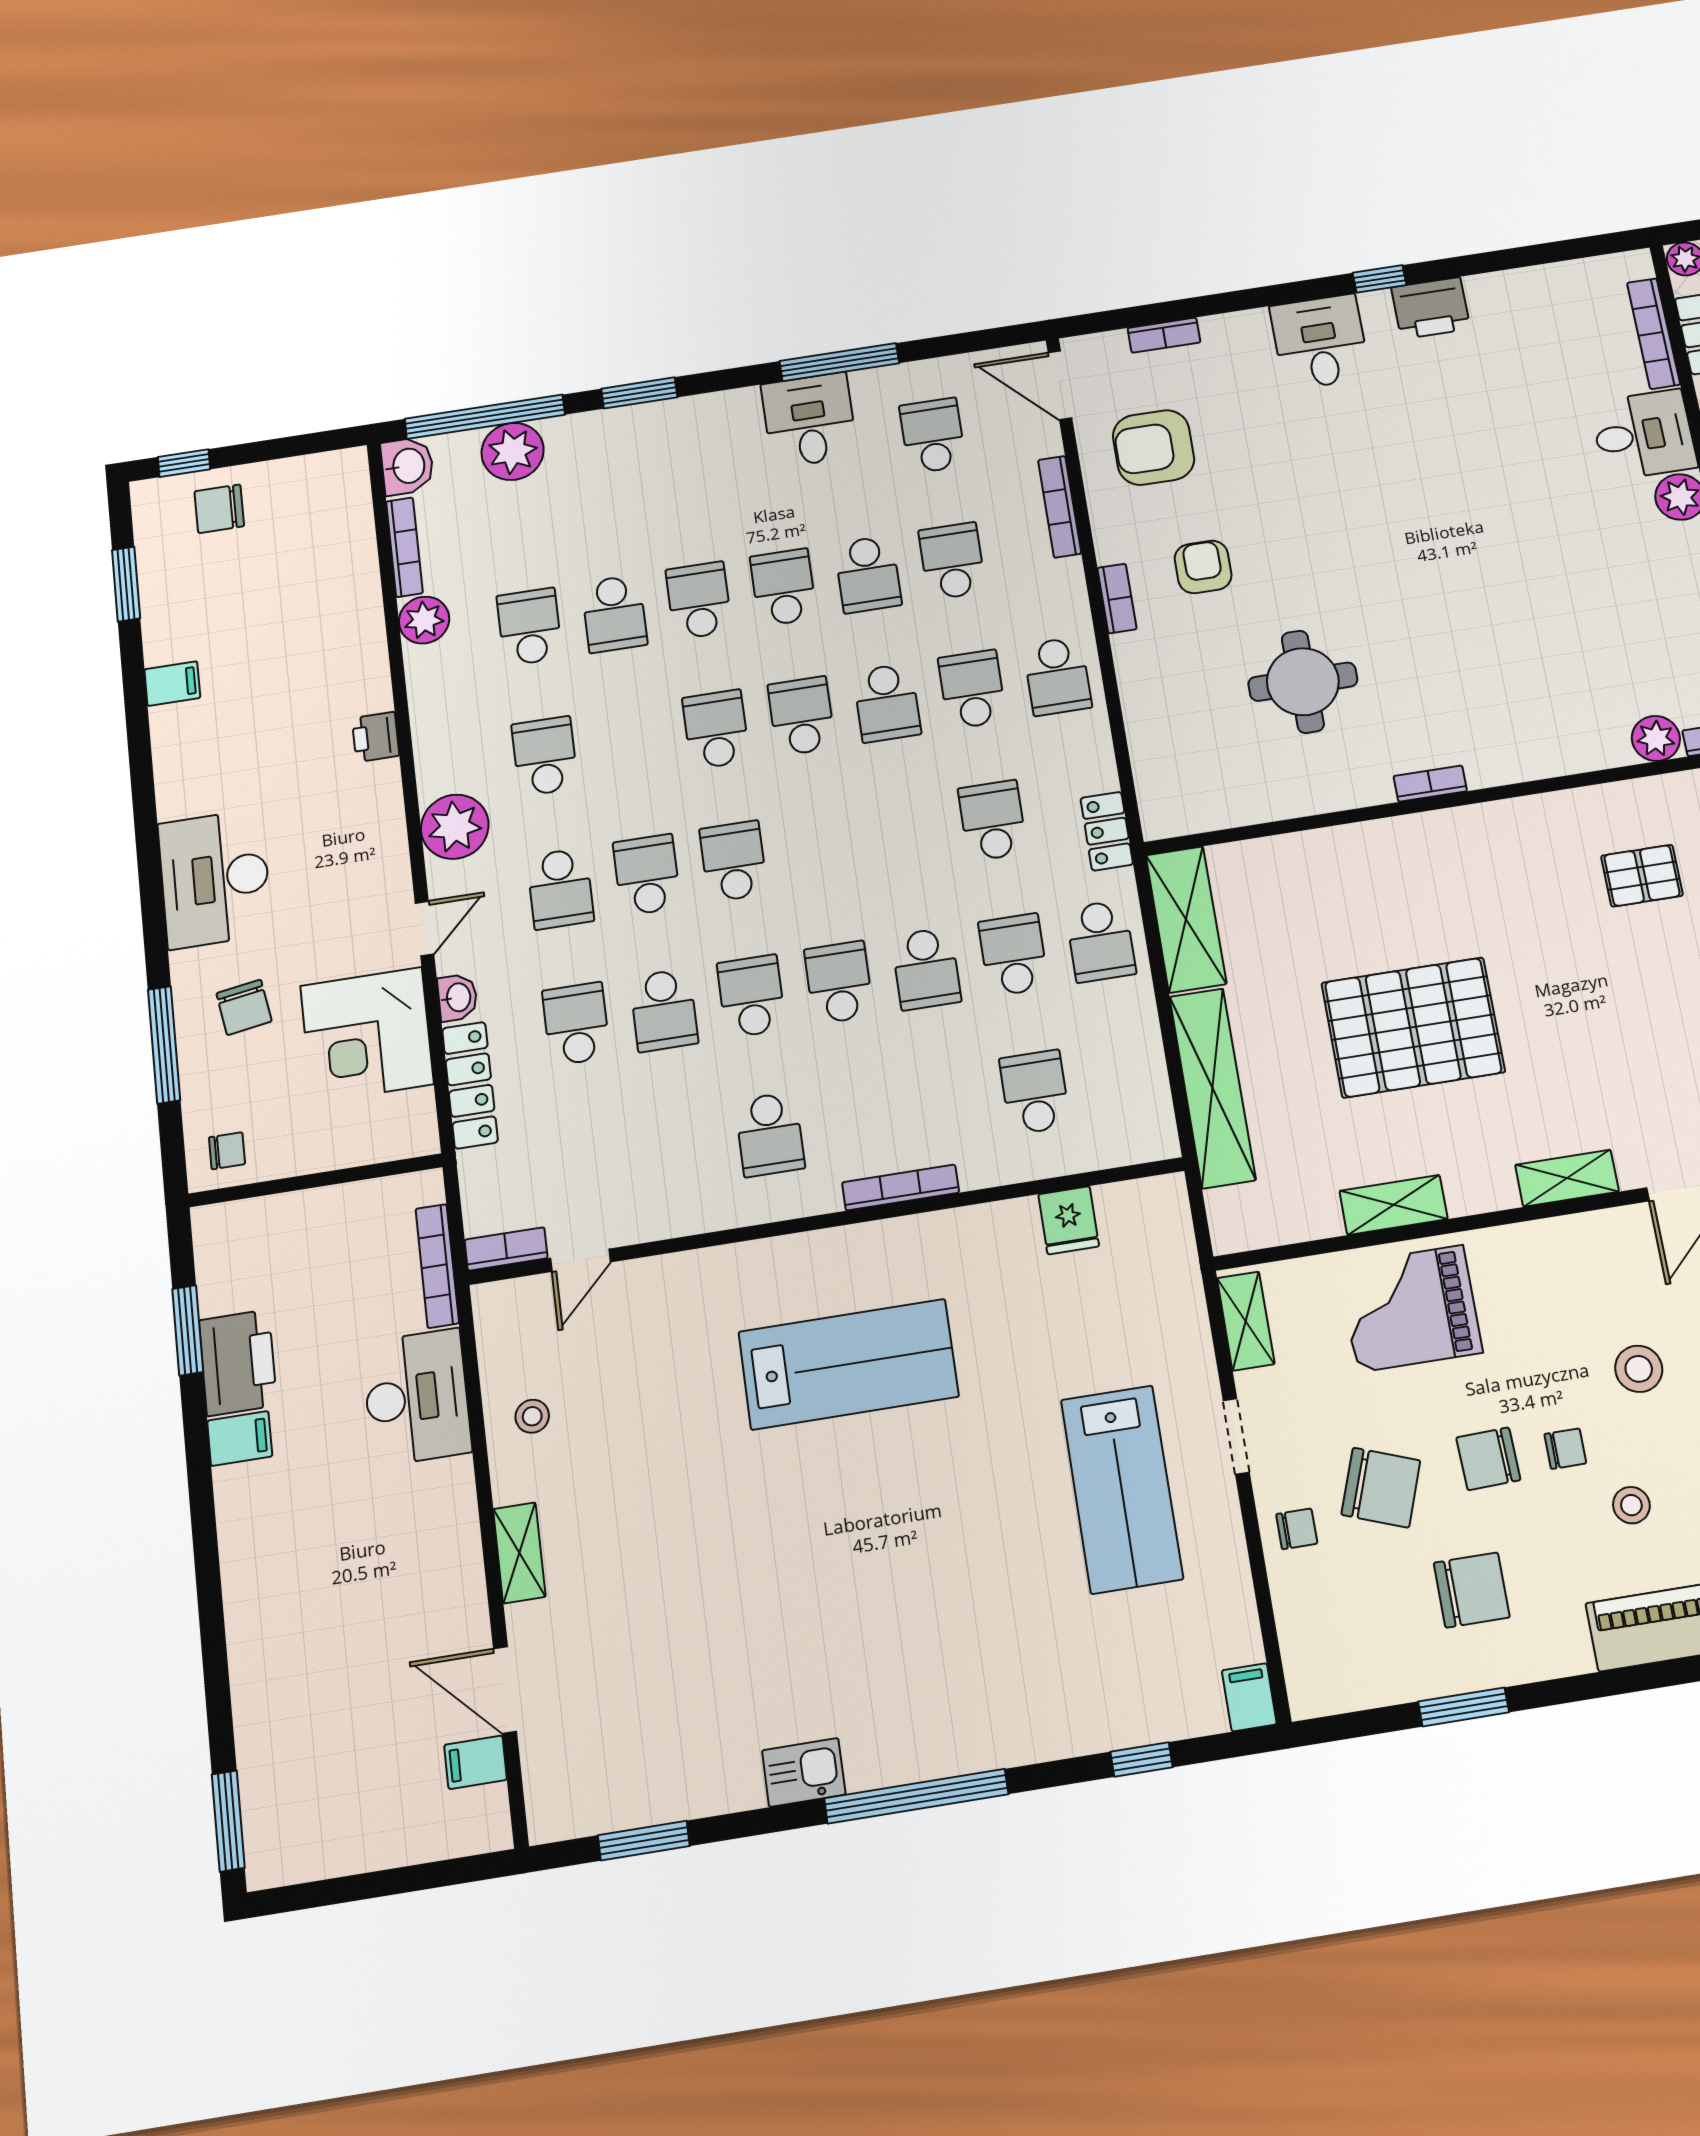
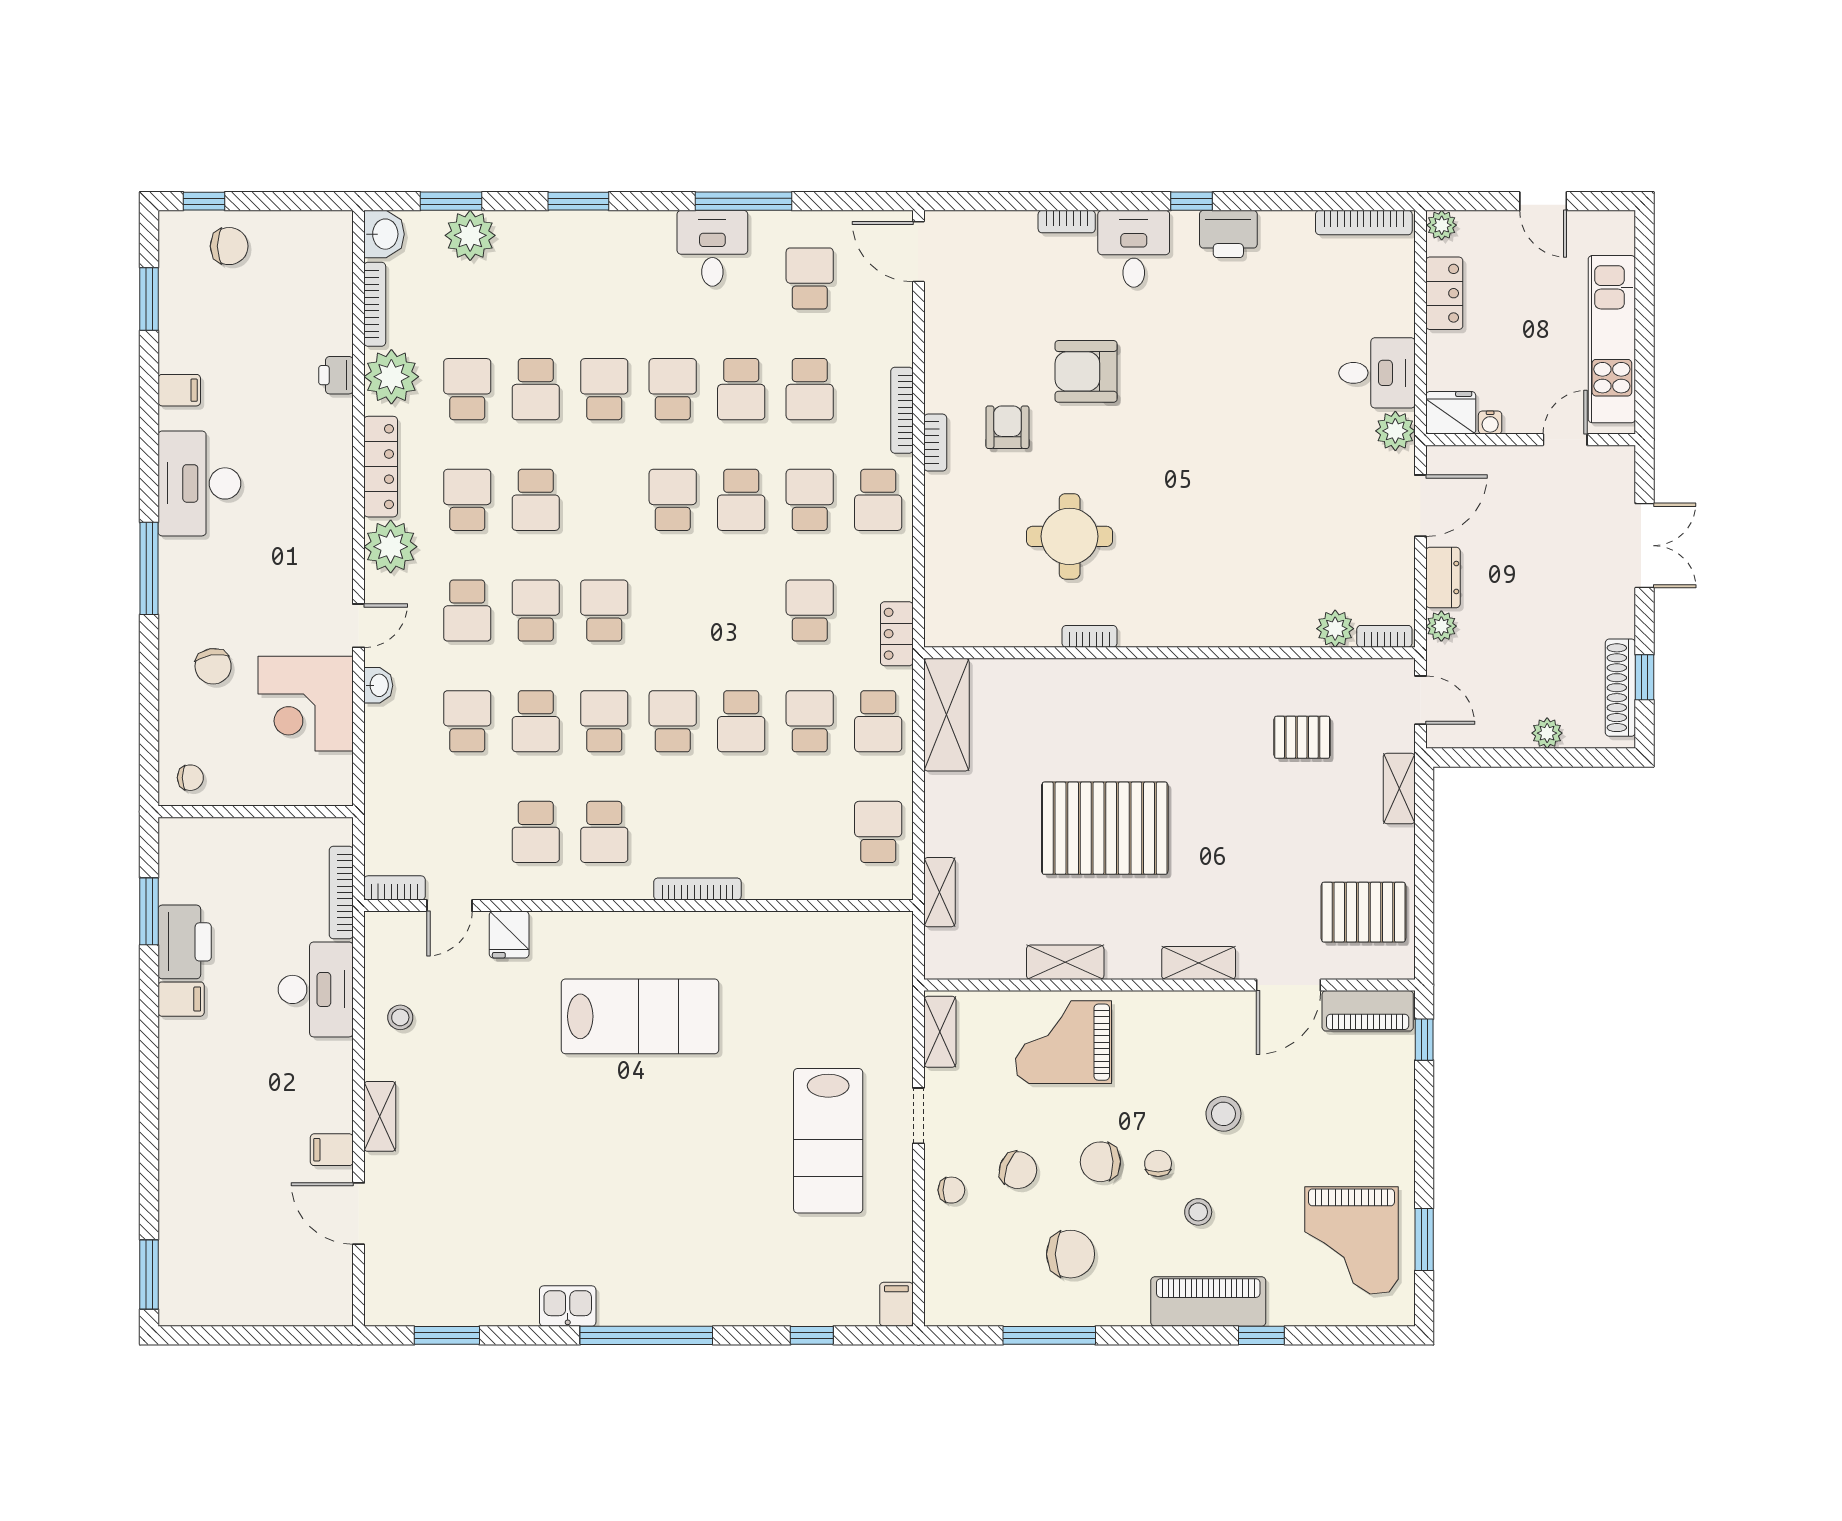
bookcase: (1653, 334) -> (1364, 223), moved, turned -90
bookcase: (1164, 335) -> (1067, 222), moved
window: (485, 417) -> (451, 201), width x0.47
armchair: (1154, 448) -> (1086, 371), moved
bookcase: (1060, 507) -> (902, 410), moved
chair: (219, 509) -> (229, 246), turned 180
school desk: (952, 561) -> (810, 389), turned 180
plant: (424, 620) -> (391, 377), width x1.36, depth x1.36
school desk: (716, 729) -> (536, 500), moved, turned 180
printer: (376, 737) -> (336, 375), moved
bookcase: (1430, 784) -> (1090, 636), moved
desk: (215, 879) -> (199, 483), moved
window: (164, 1045) -> (149, 568), moved
locker: (470, 1085) -> (381, 467), moved
shelving: (1212, 1088) -> (939, 892), width x0.45, depth x0.75
school desk: (1035, 1092) -> (878, 832), moved
school desk: (681, 1148) -> (536, 832), added
fridge: (1069, 1220) -> (509, 935), moved
chair: (1565, 1449) -> (1158, 1163), turned -90
chair: (1381, 1488) -> (1018, 1170), width x0.73, depth x0.73
window: (1464, 1707) -> (1049, 1335), width x1.44
filing cabinet: (476, 1762) -> (332, 1150), moved

